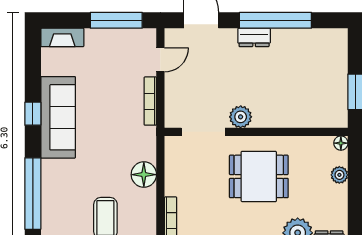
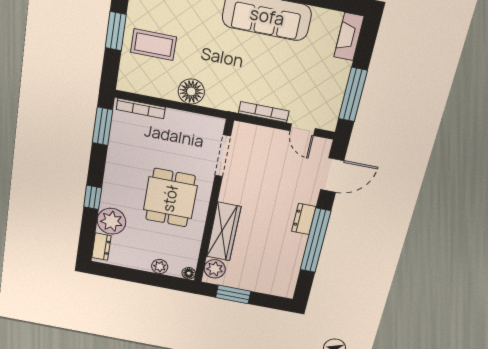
wardrobe: (285, 116) -> (224, 232), added
plant: (241, 117) -> (215, 269), moved

